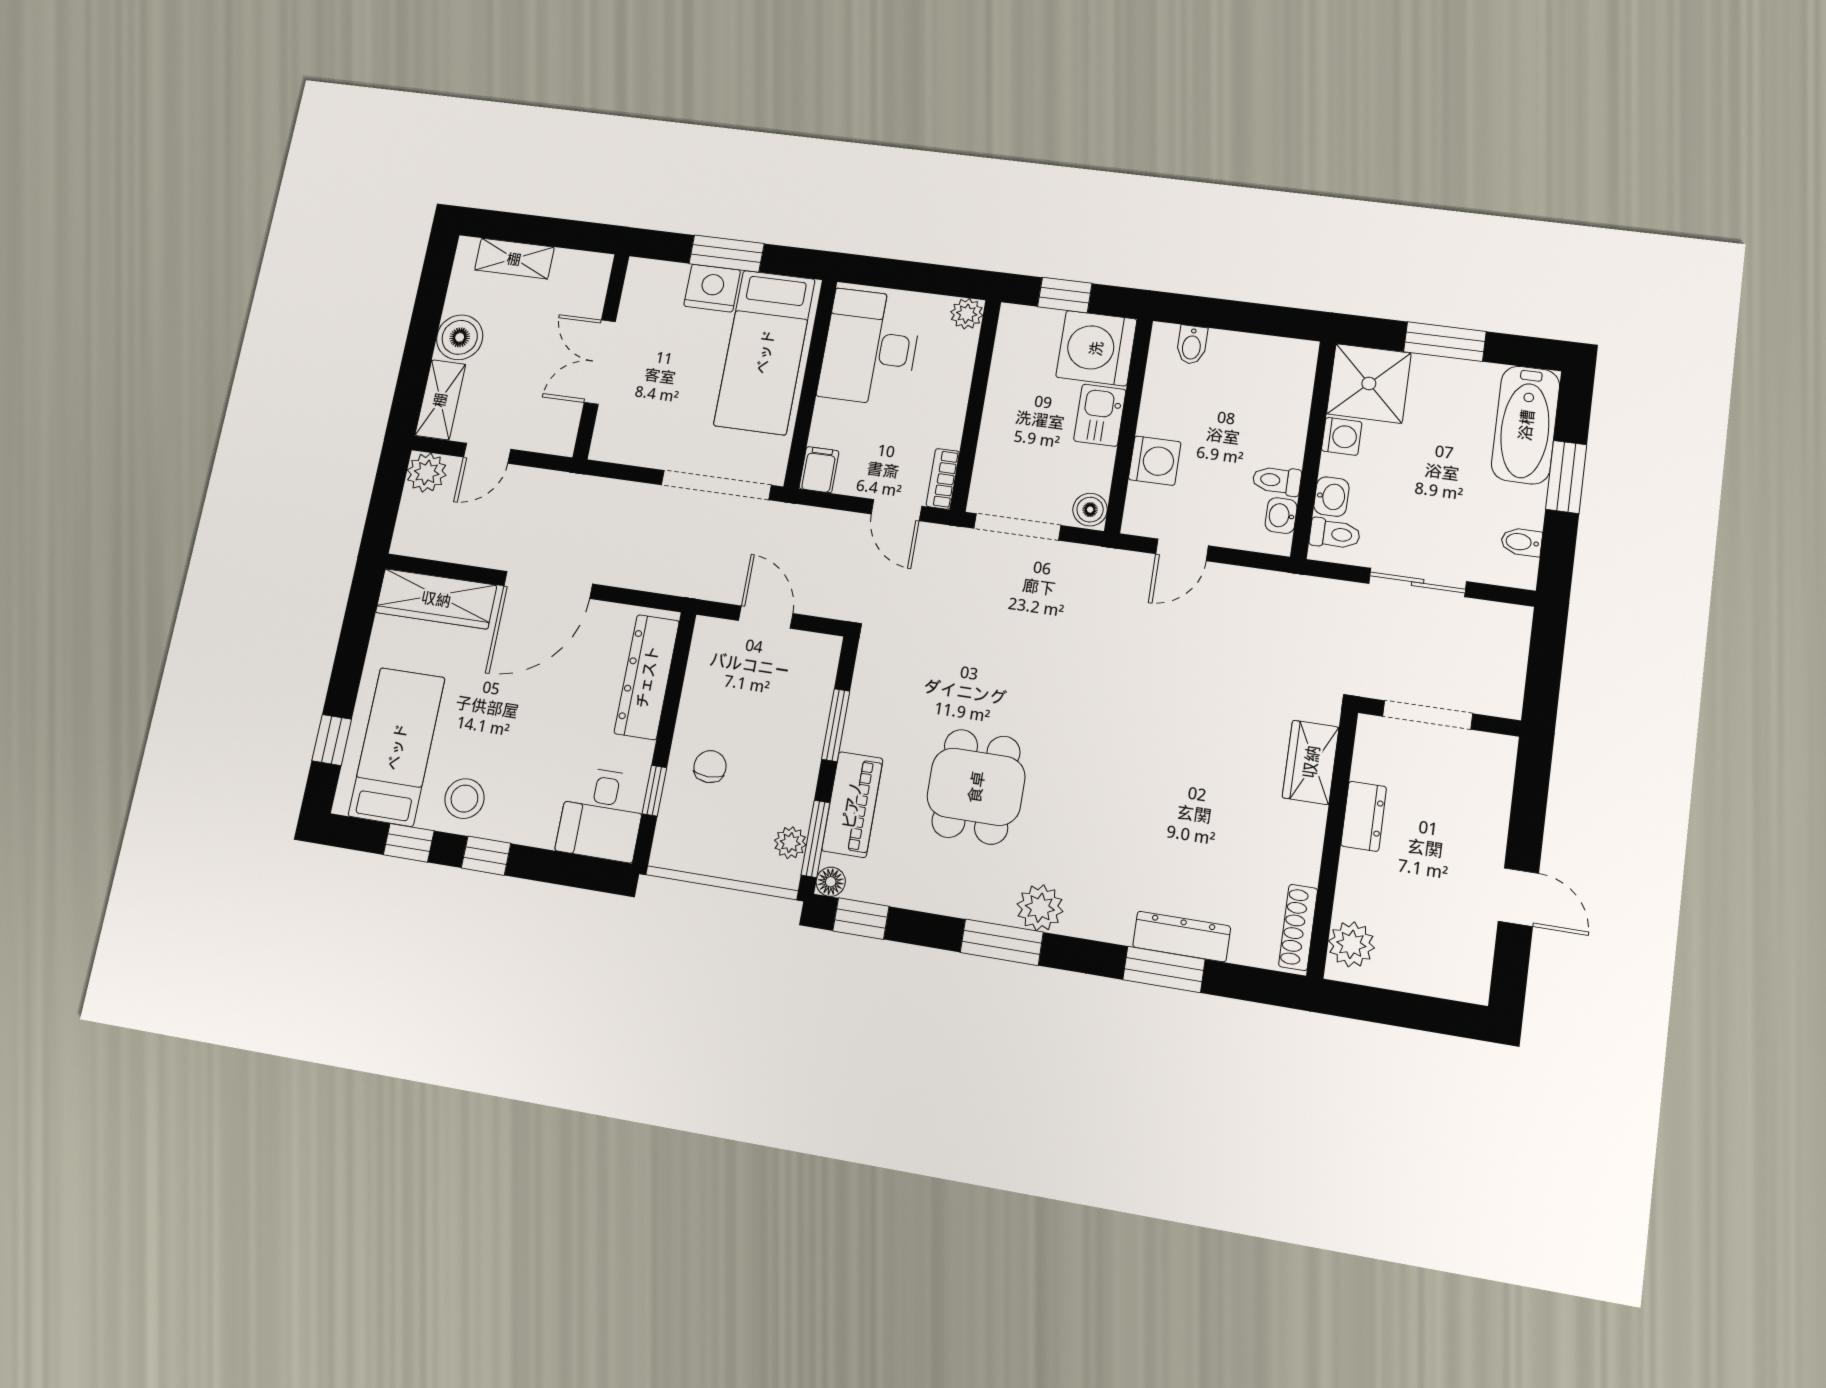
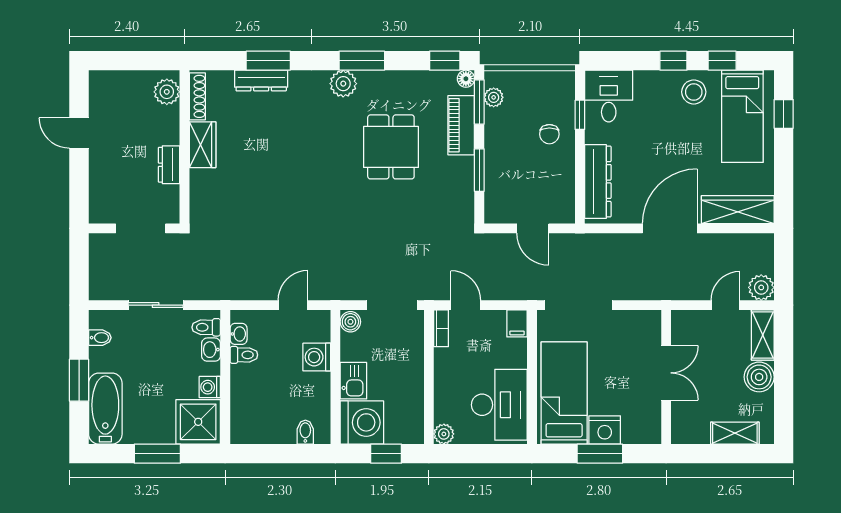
wardrobe: (1311, 762) -> (203, 145), moved

